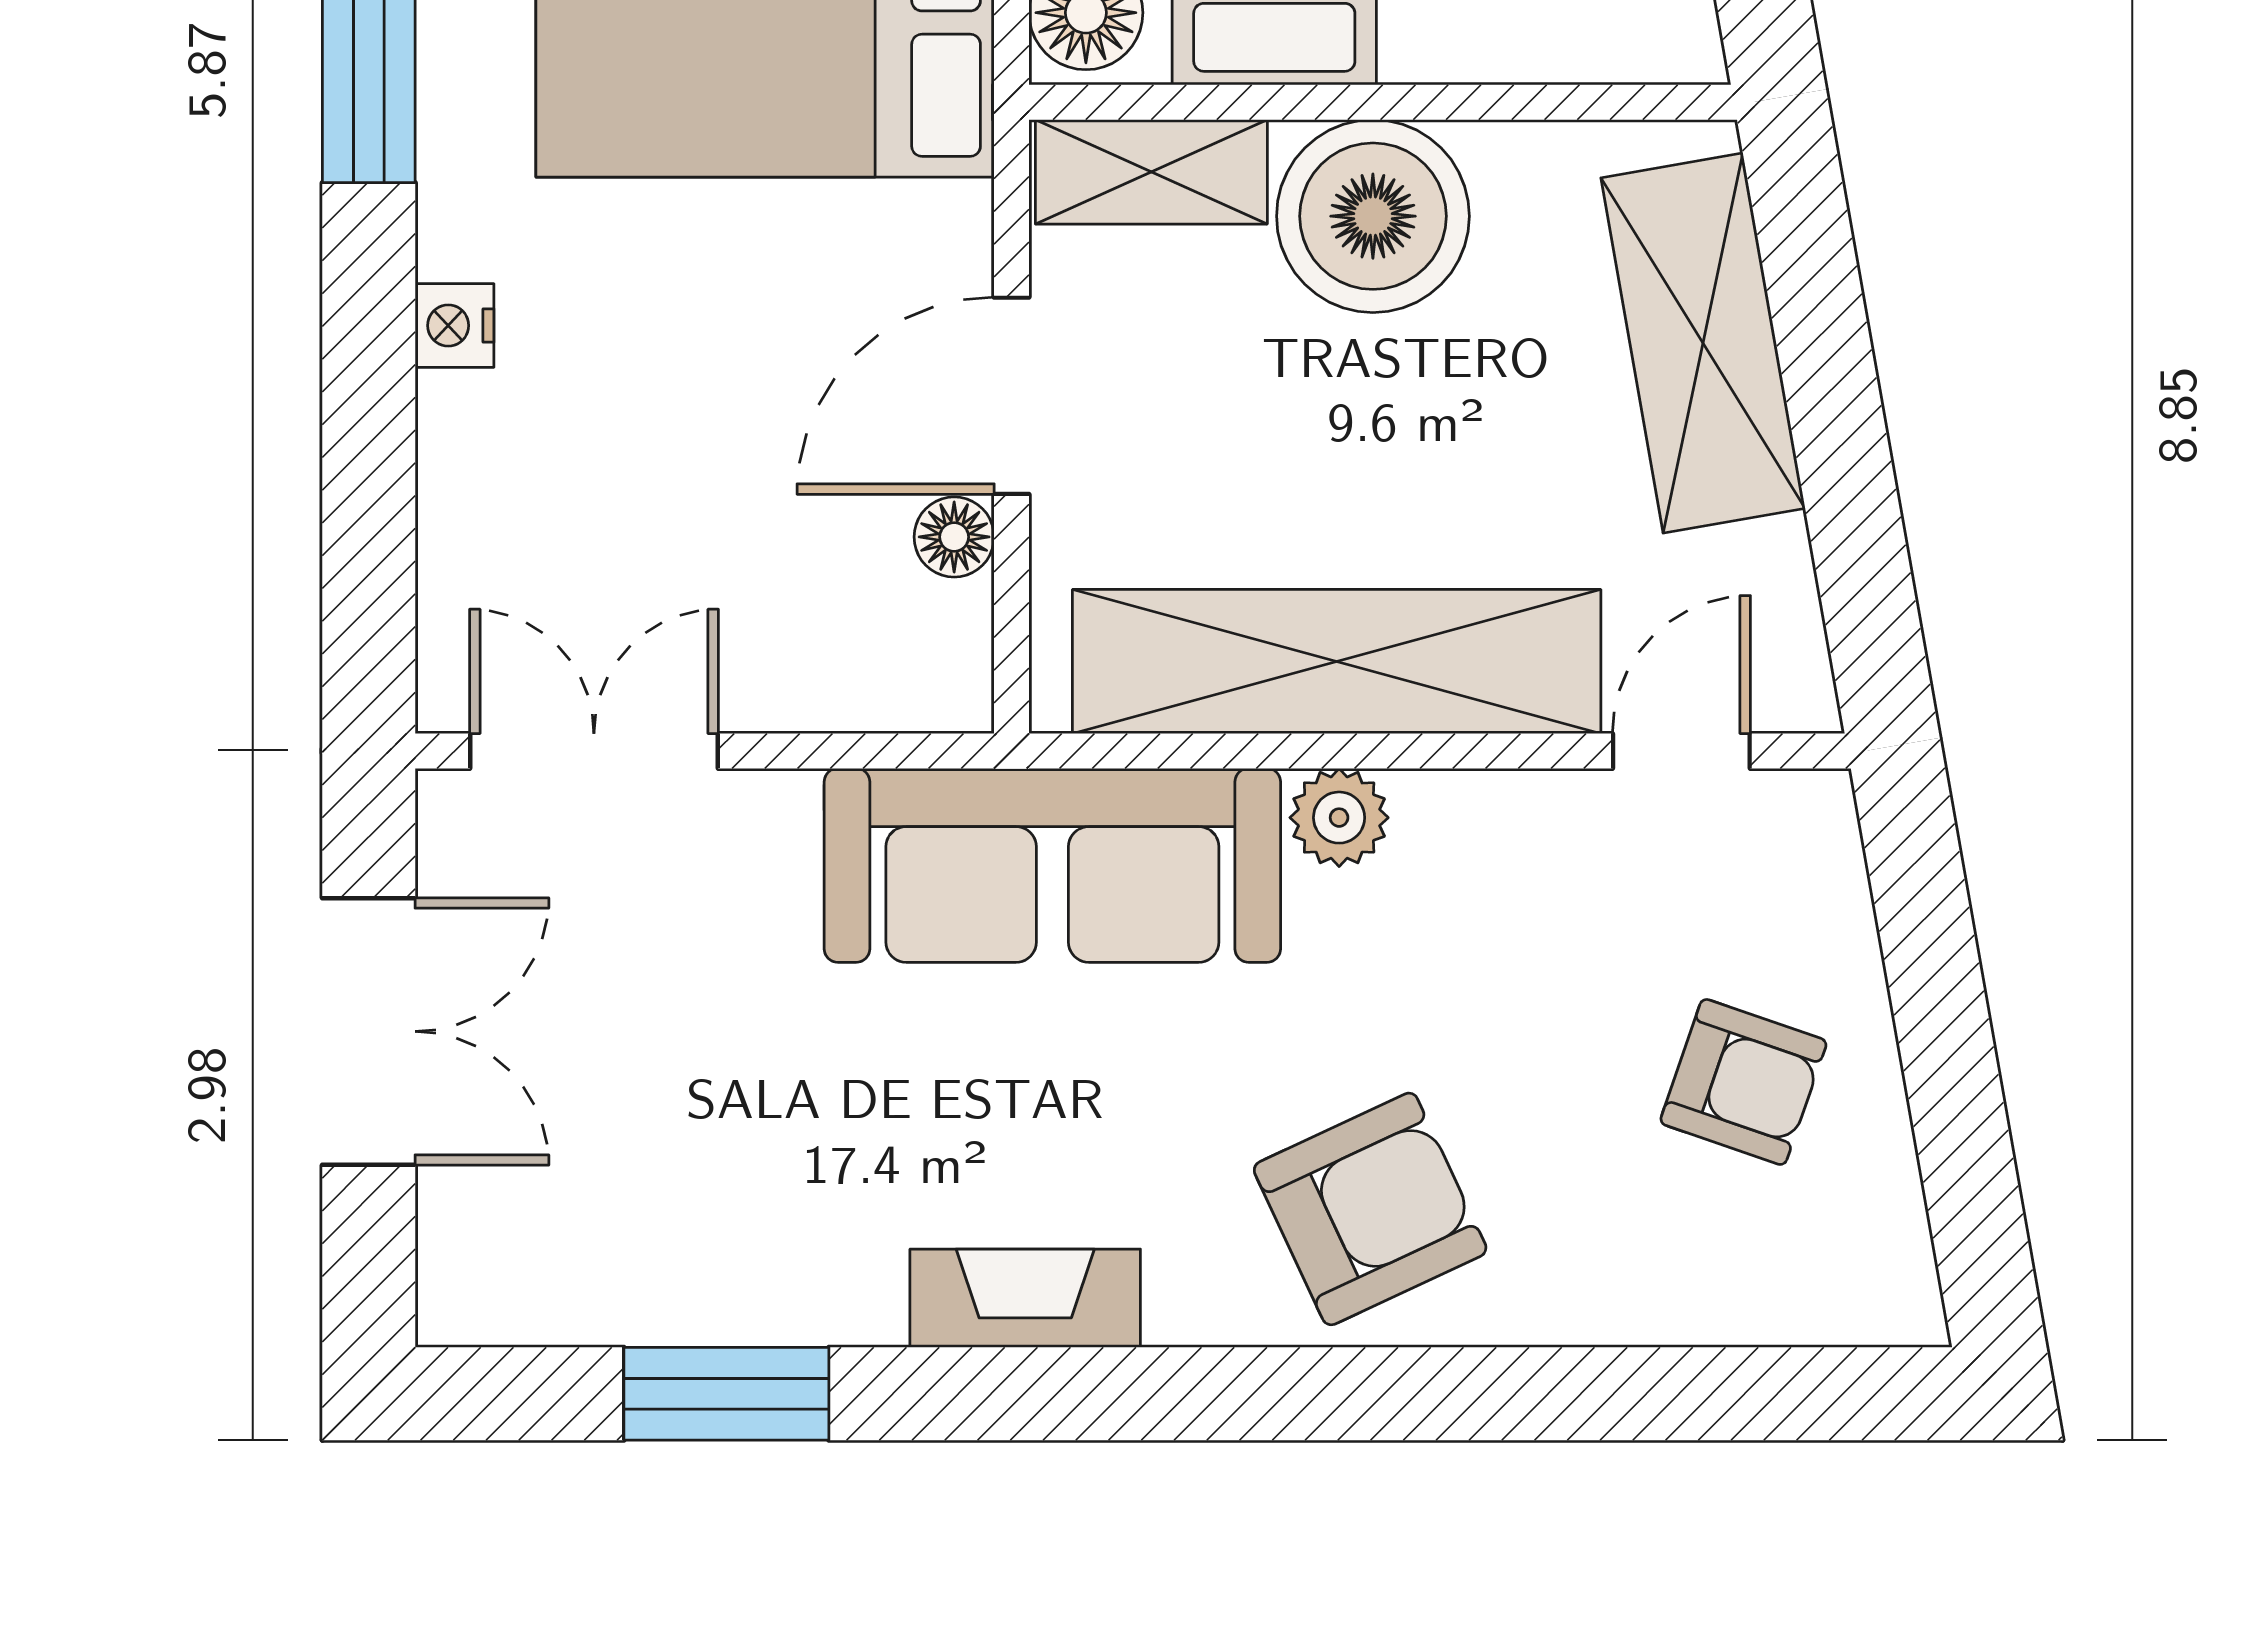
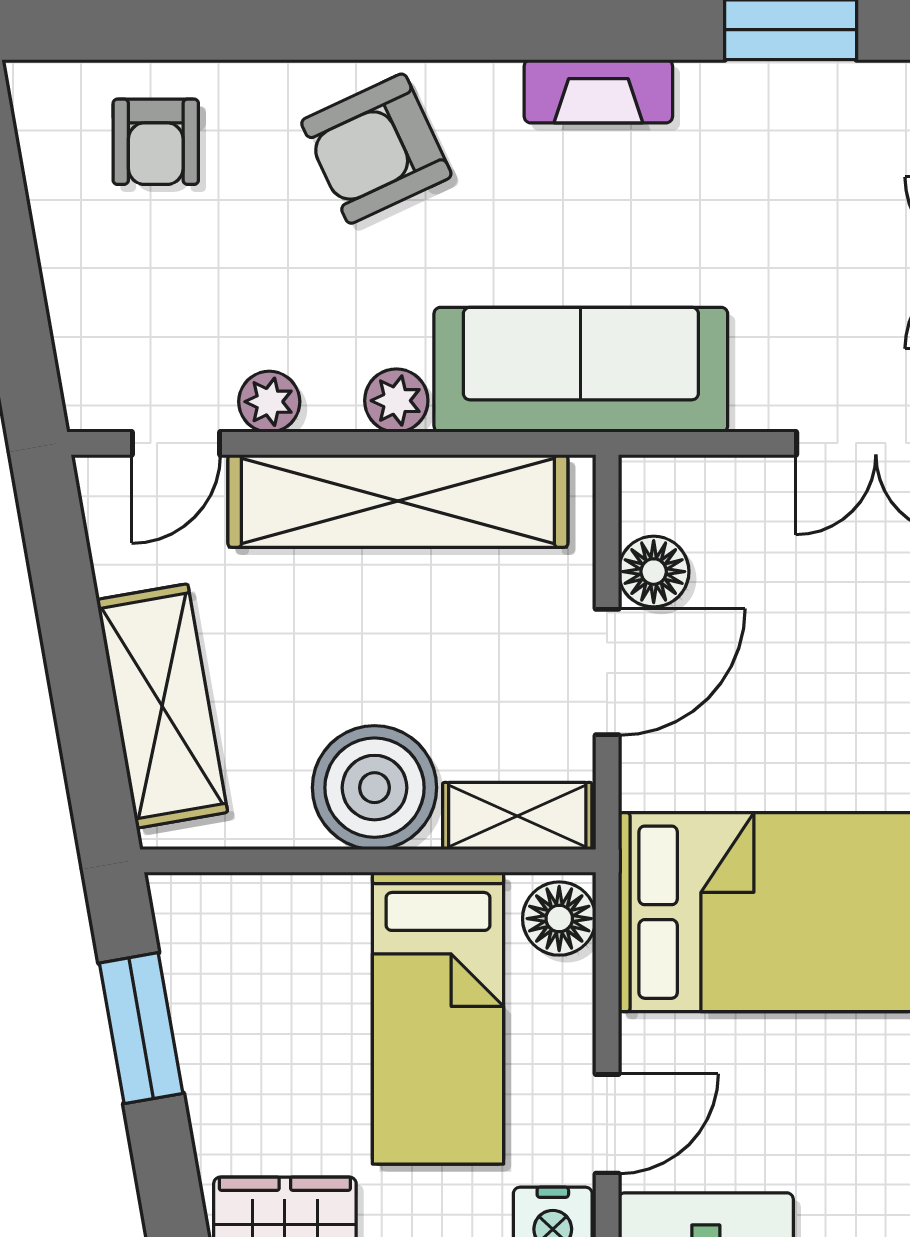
floor lamp: (954, 537) -> (654, 572), width x1.37, depth x1.37
plant: (1537, 816) -> (269, 402), added
armchair: (1743, 1082) -> (156, 142), moved, turned -109

